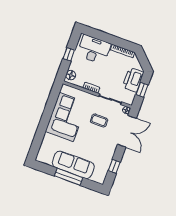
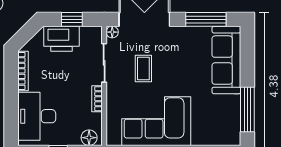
sofa: (73, 165) -> (226, 60), moved
window: (114, 166) -> (206, 19), width x2.17
window: (69, 177) -> (247, 110), moved

